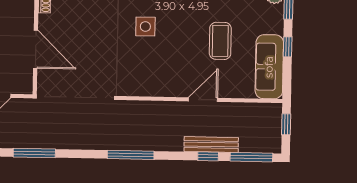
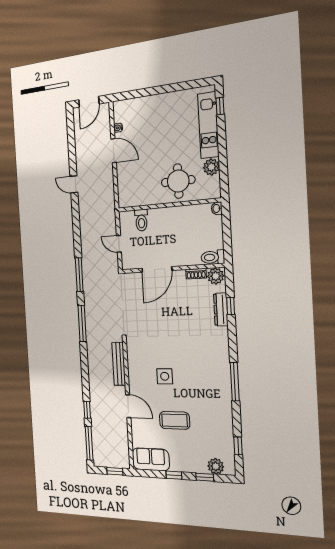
side table: (145, 27) -> (165, 376), moved
sofa: (269, 67) -> (151, 459), width x0.73
bench: (211, 145) -> (119, 364), moved
window: (131, 155) -> (82, 324), moved

